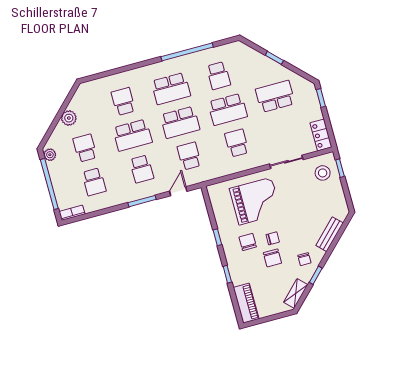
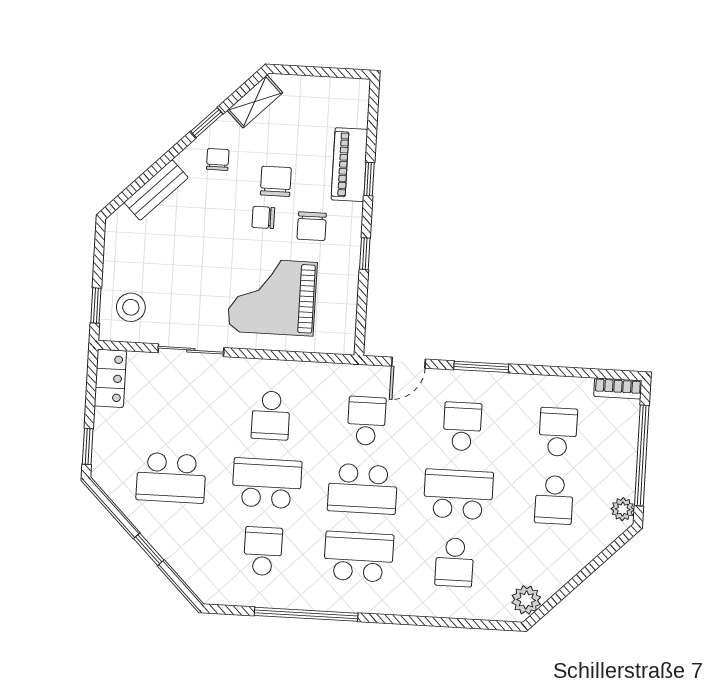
plant: (69, 118) -> (526, 600), moved
school desk: (180, 122) -> (363, 489), turned 180
school desk: (189, 156) -> (366, 421), turned 180
piano: (246, 303) -> (349, 165), moved

